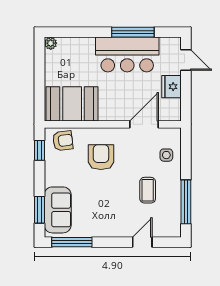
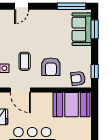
door: (144, 124) -> (20, 90), hinge flipped
coffee table: (148, 190) -> (25, 61), moved

